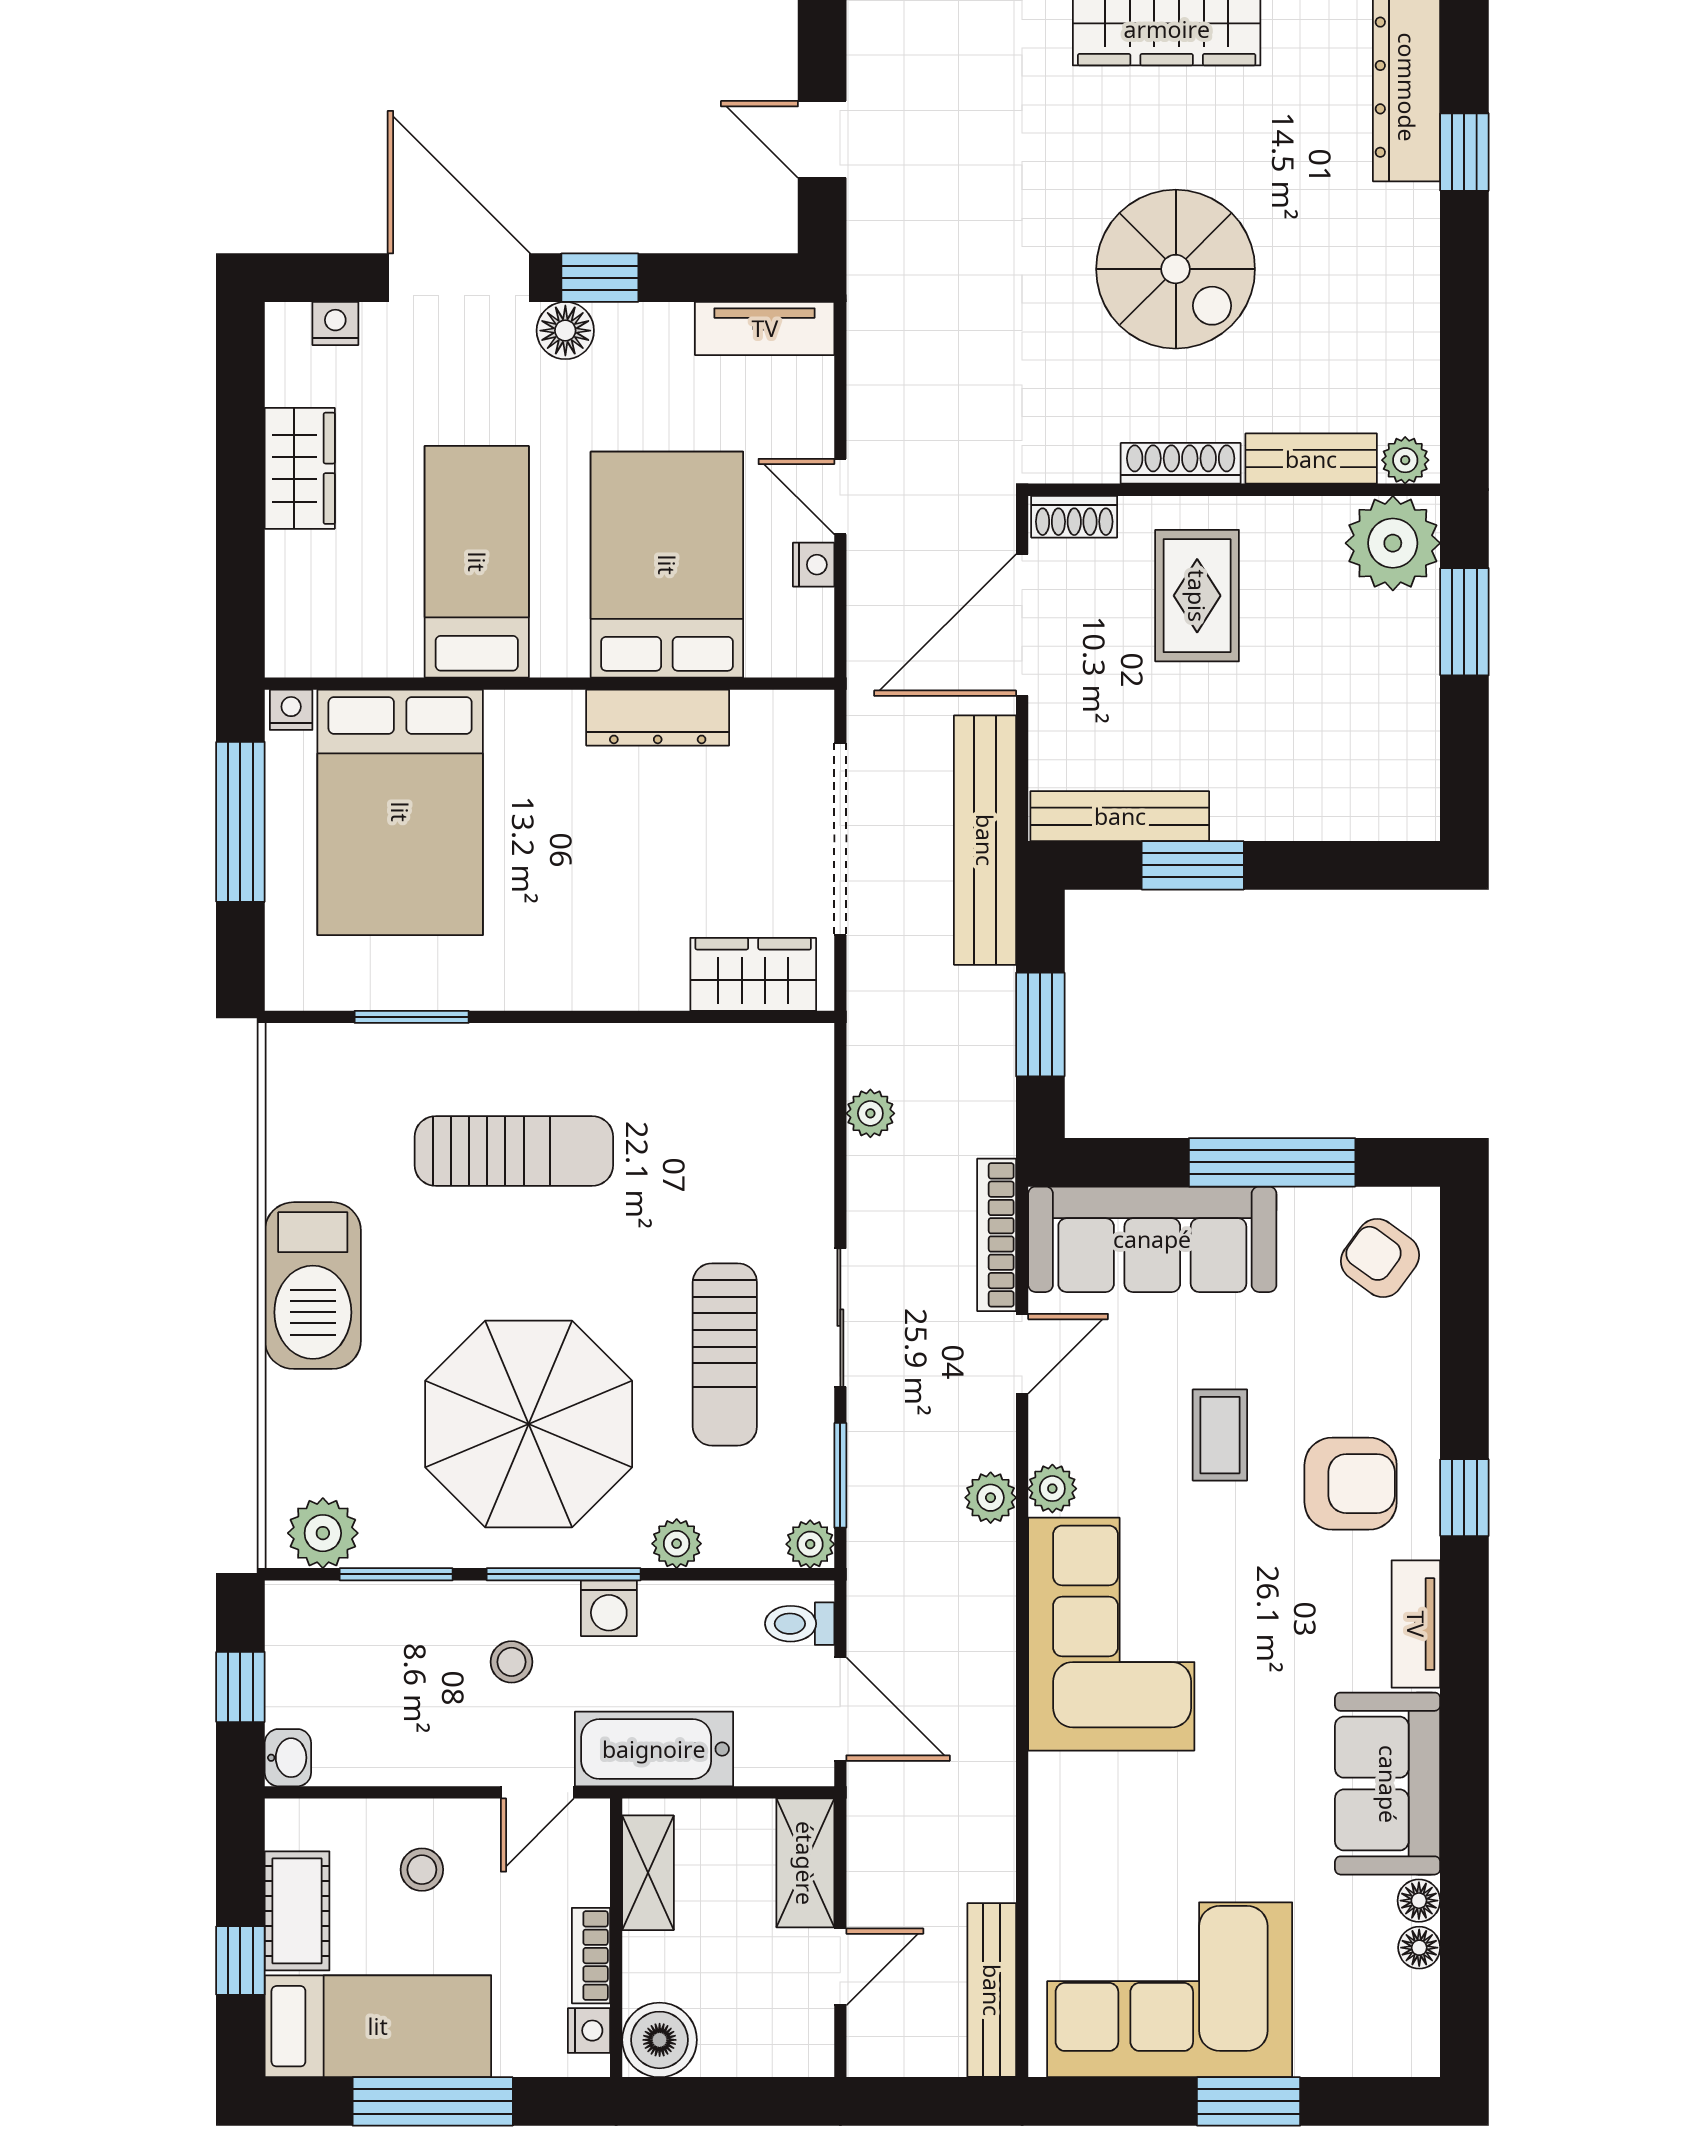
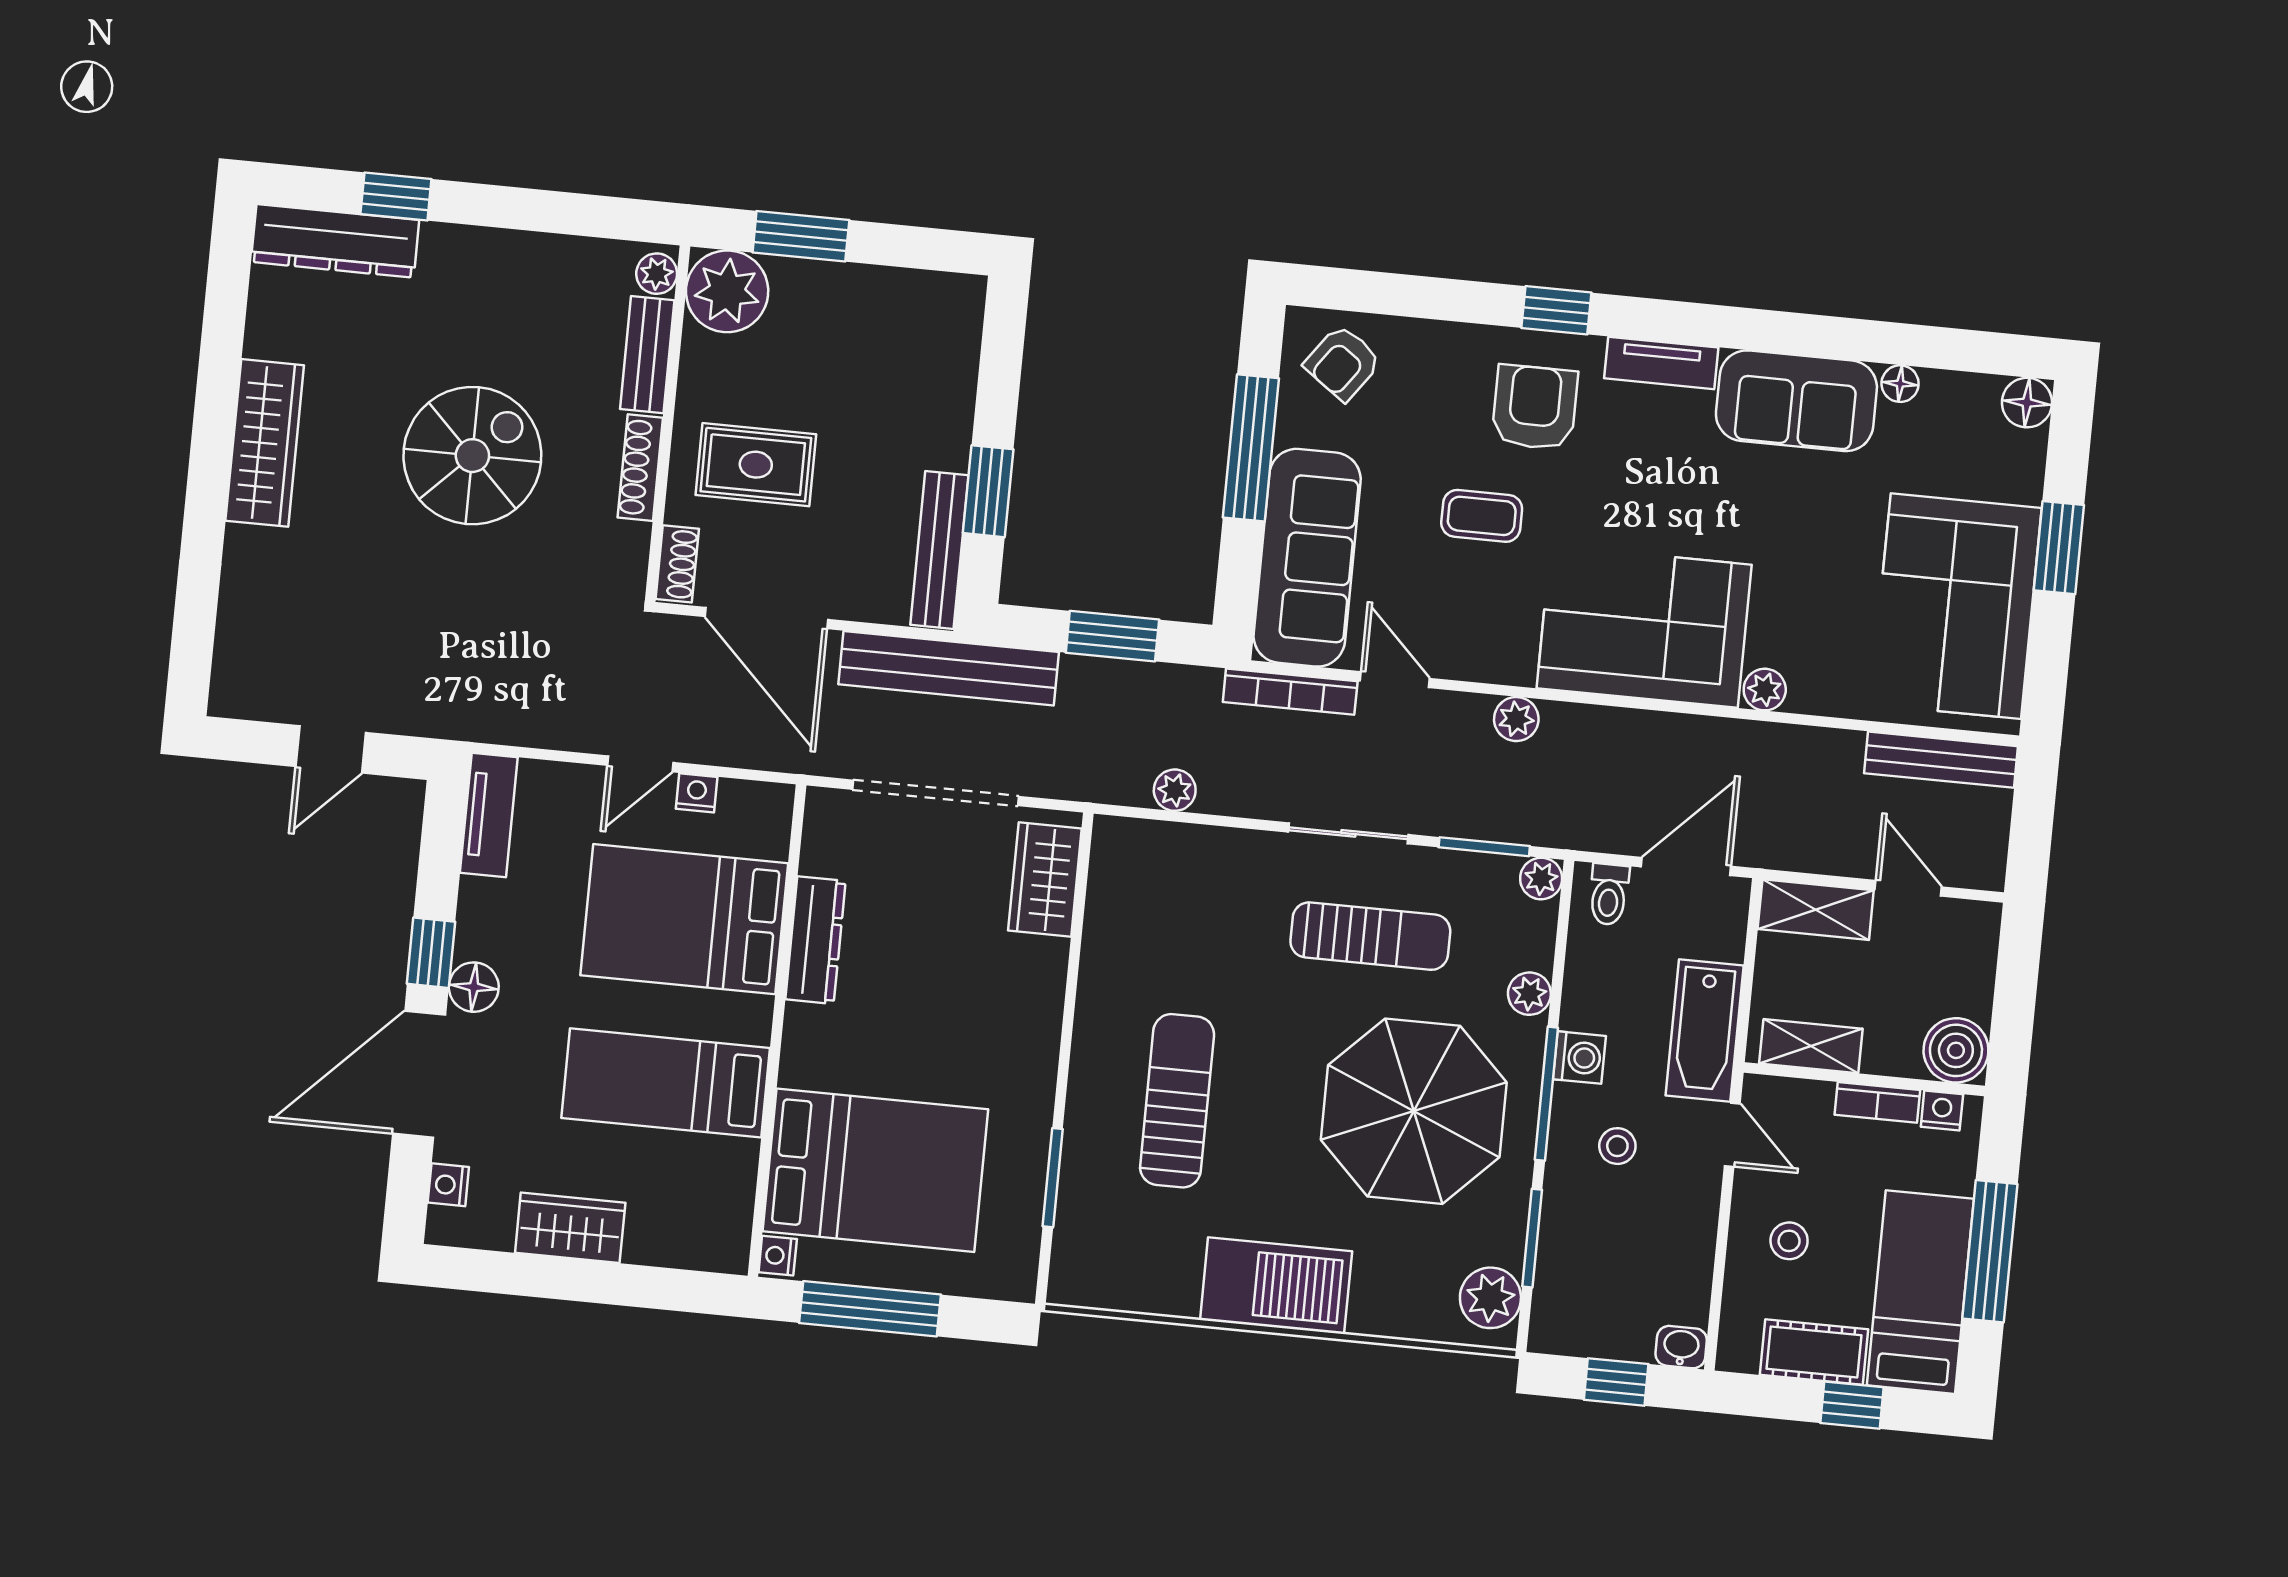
plant: (1052, 1489) -> (1765, 690), moved
floor lamp: (1419, 1948) -> (2027, 403), moved, width x1.37, depth x1.37

